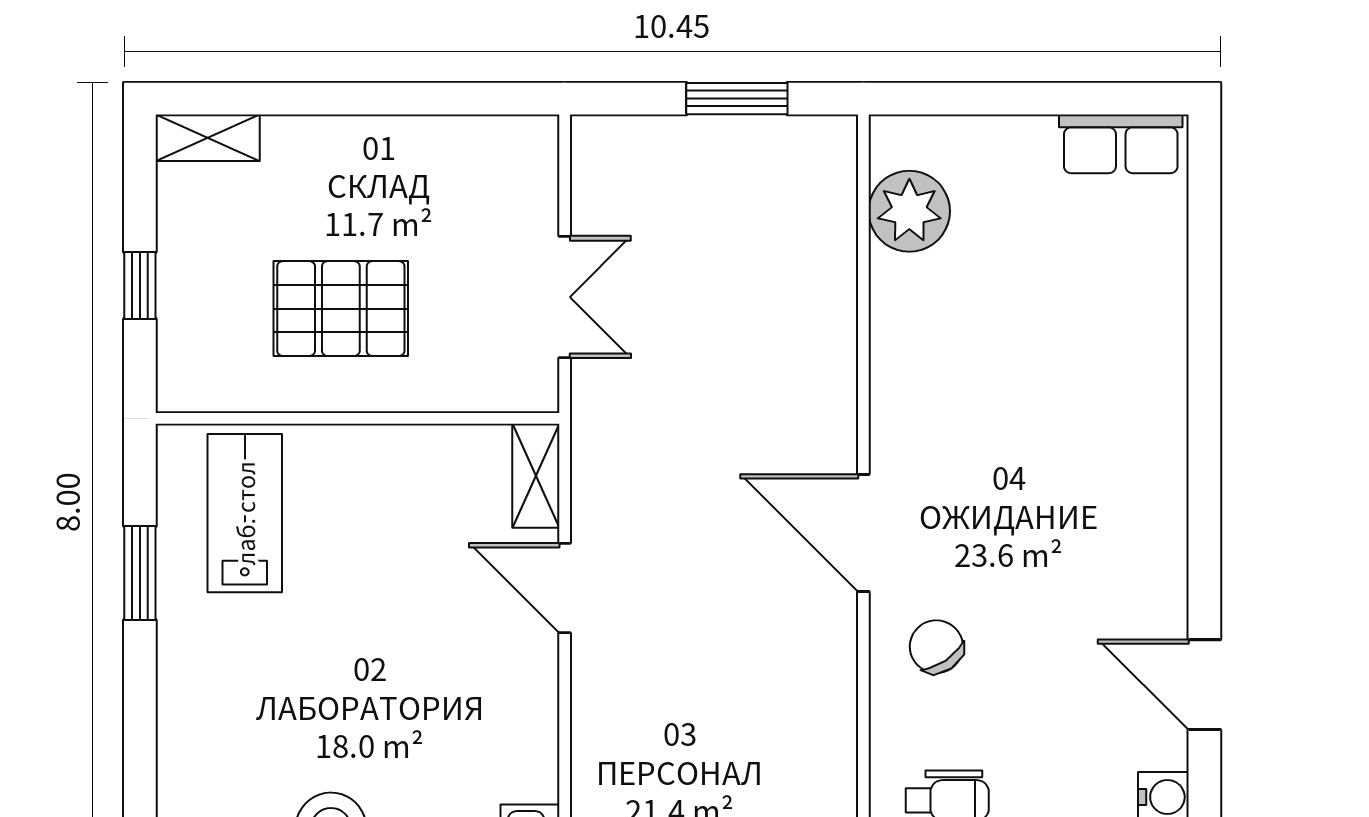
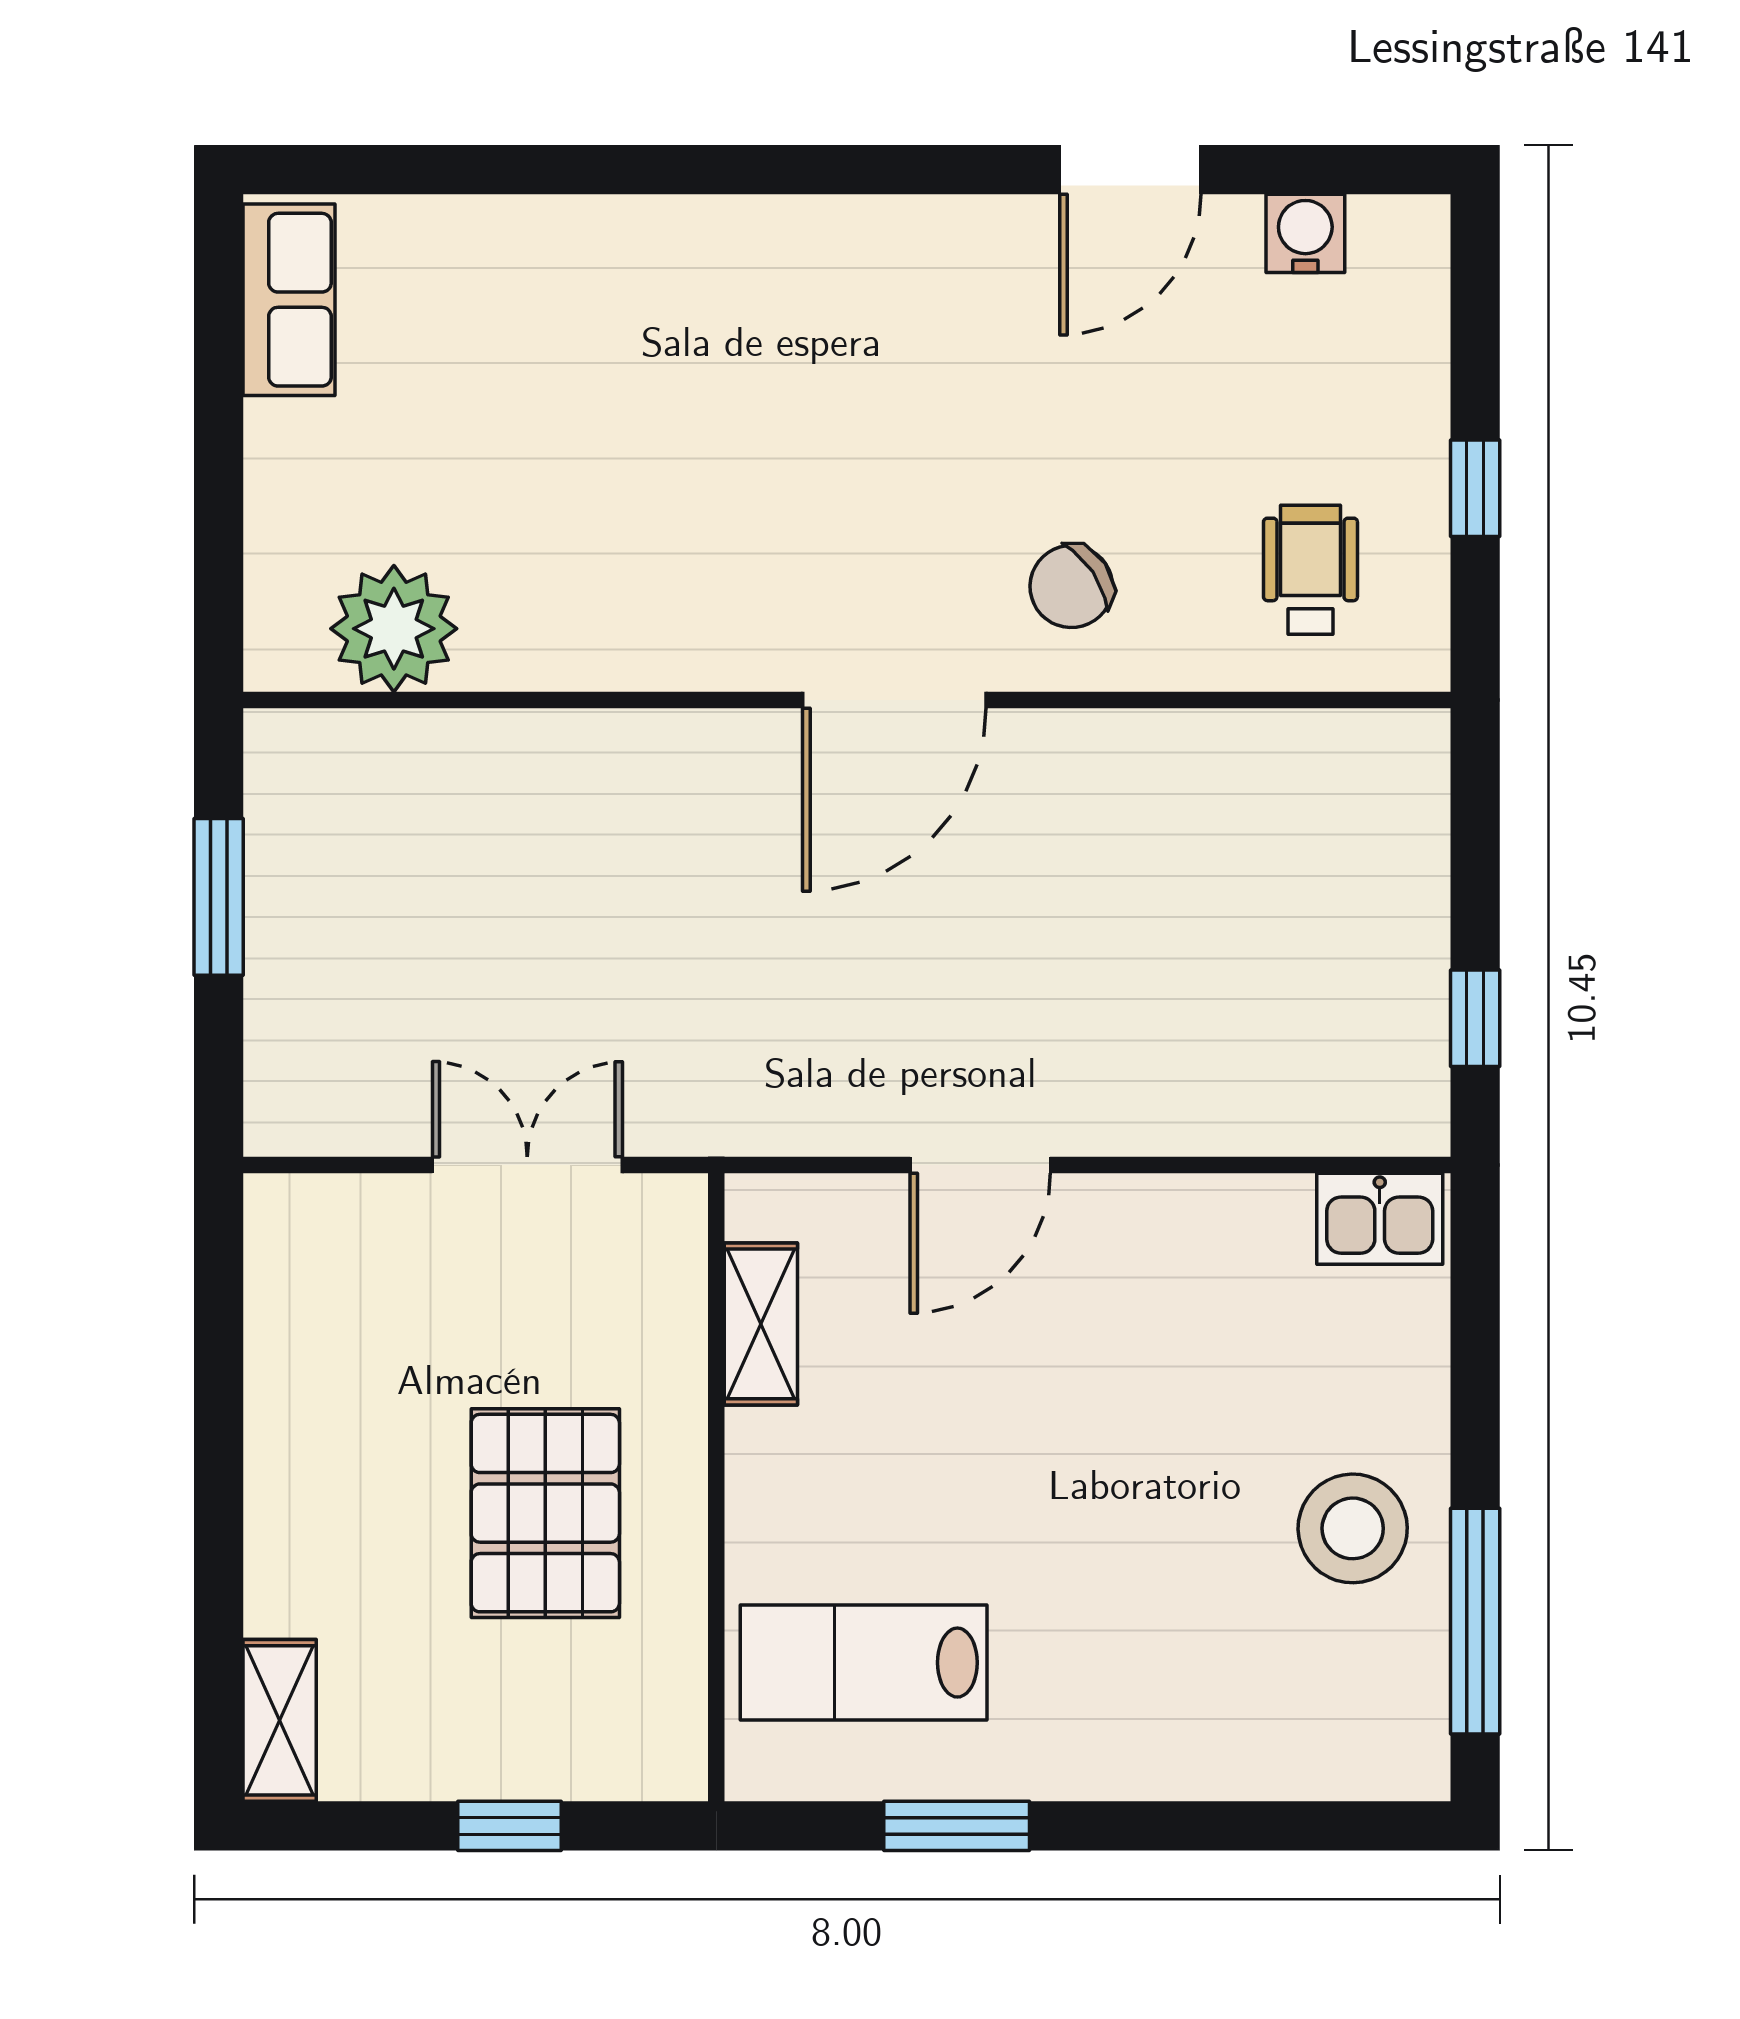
shelving: (536, 476) -> (761, 1324), moved, turned 90

